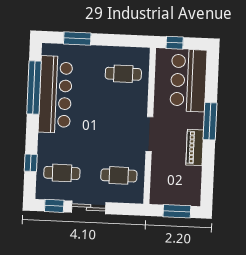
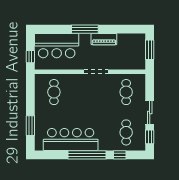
window: (34, 87) -> (87, 155), moved

